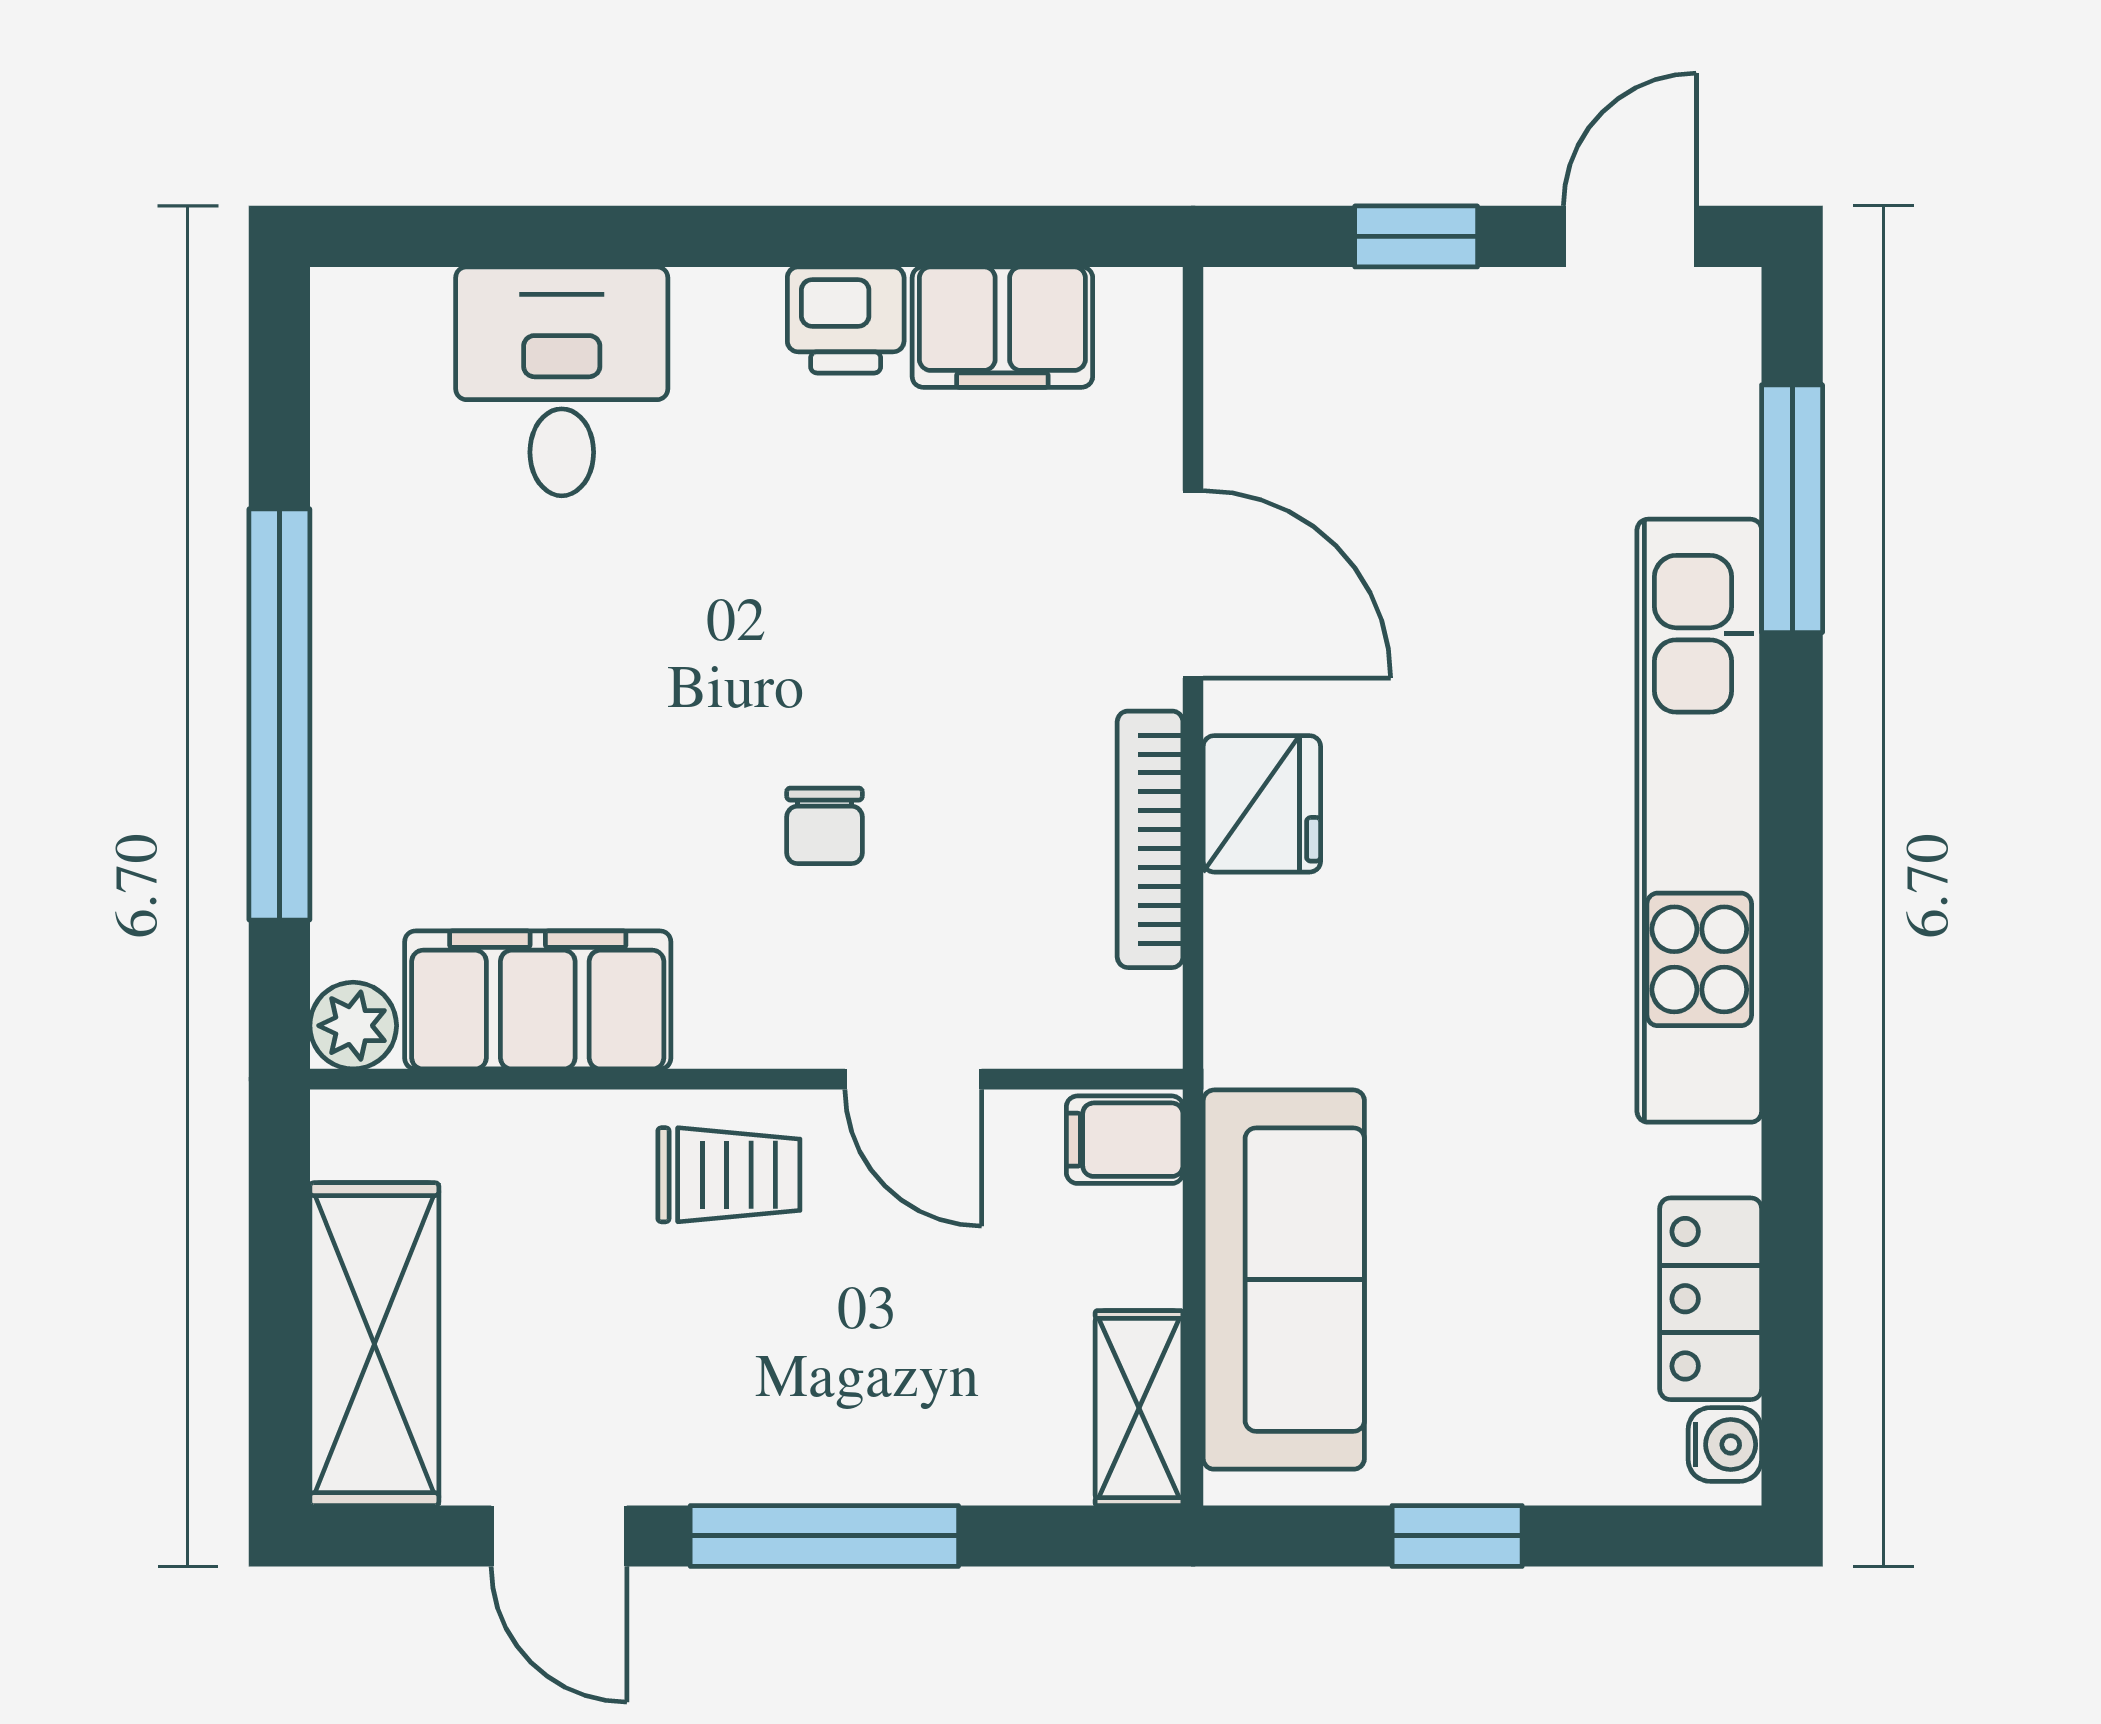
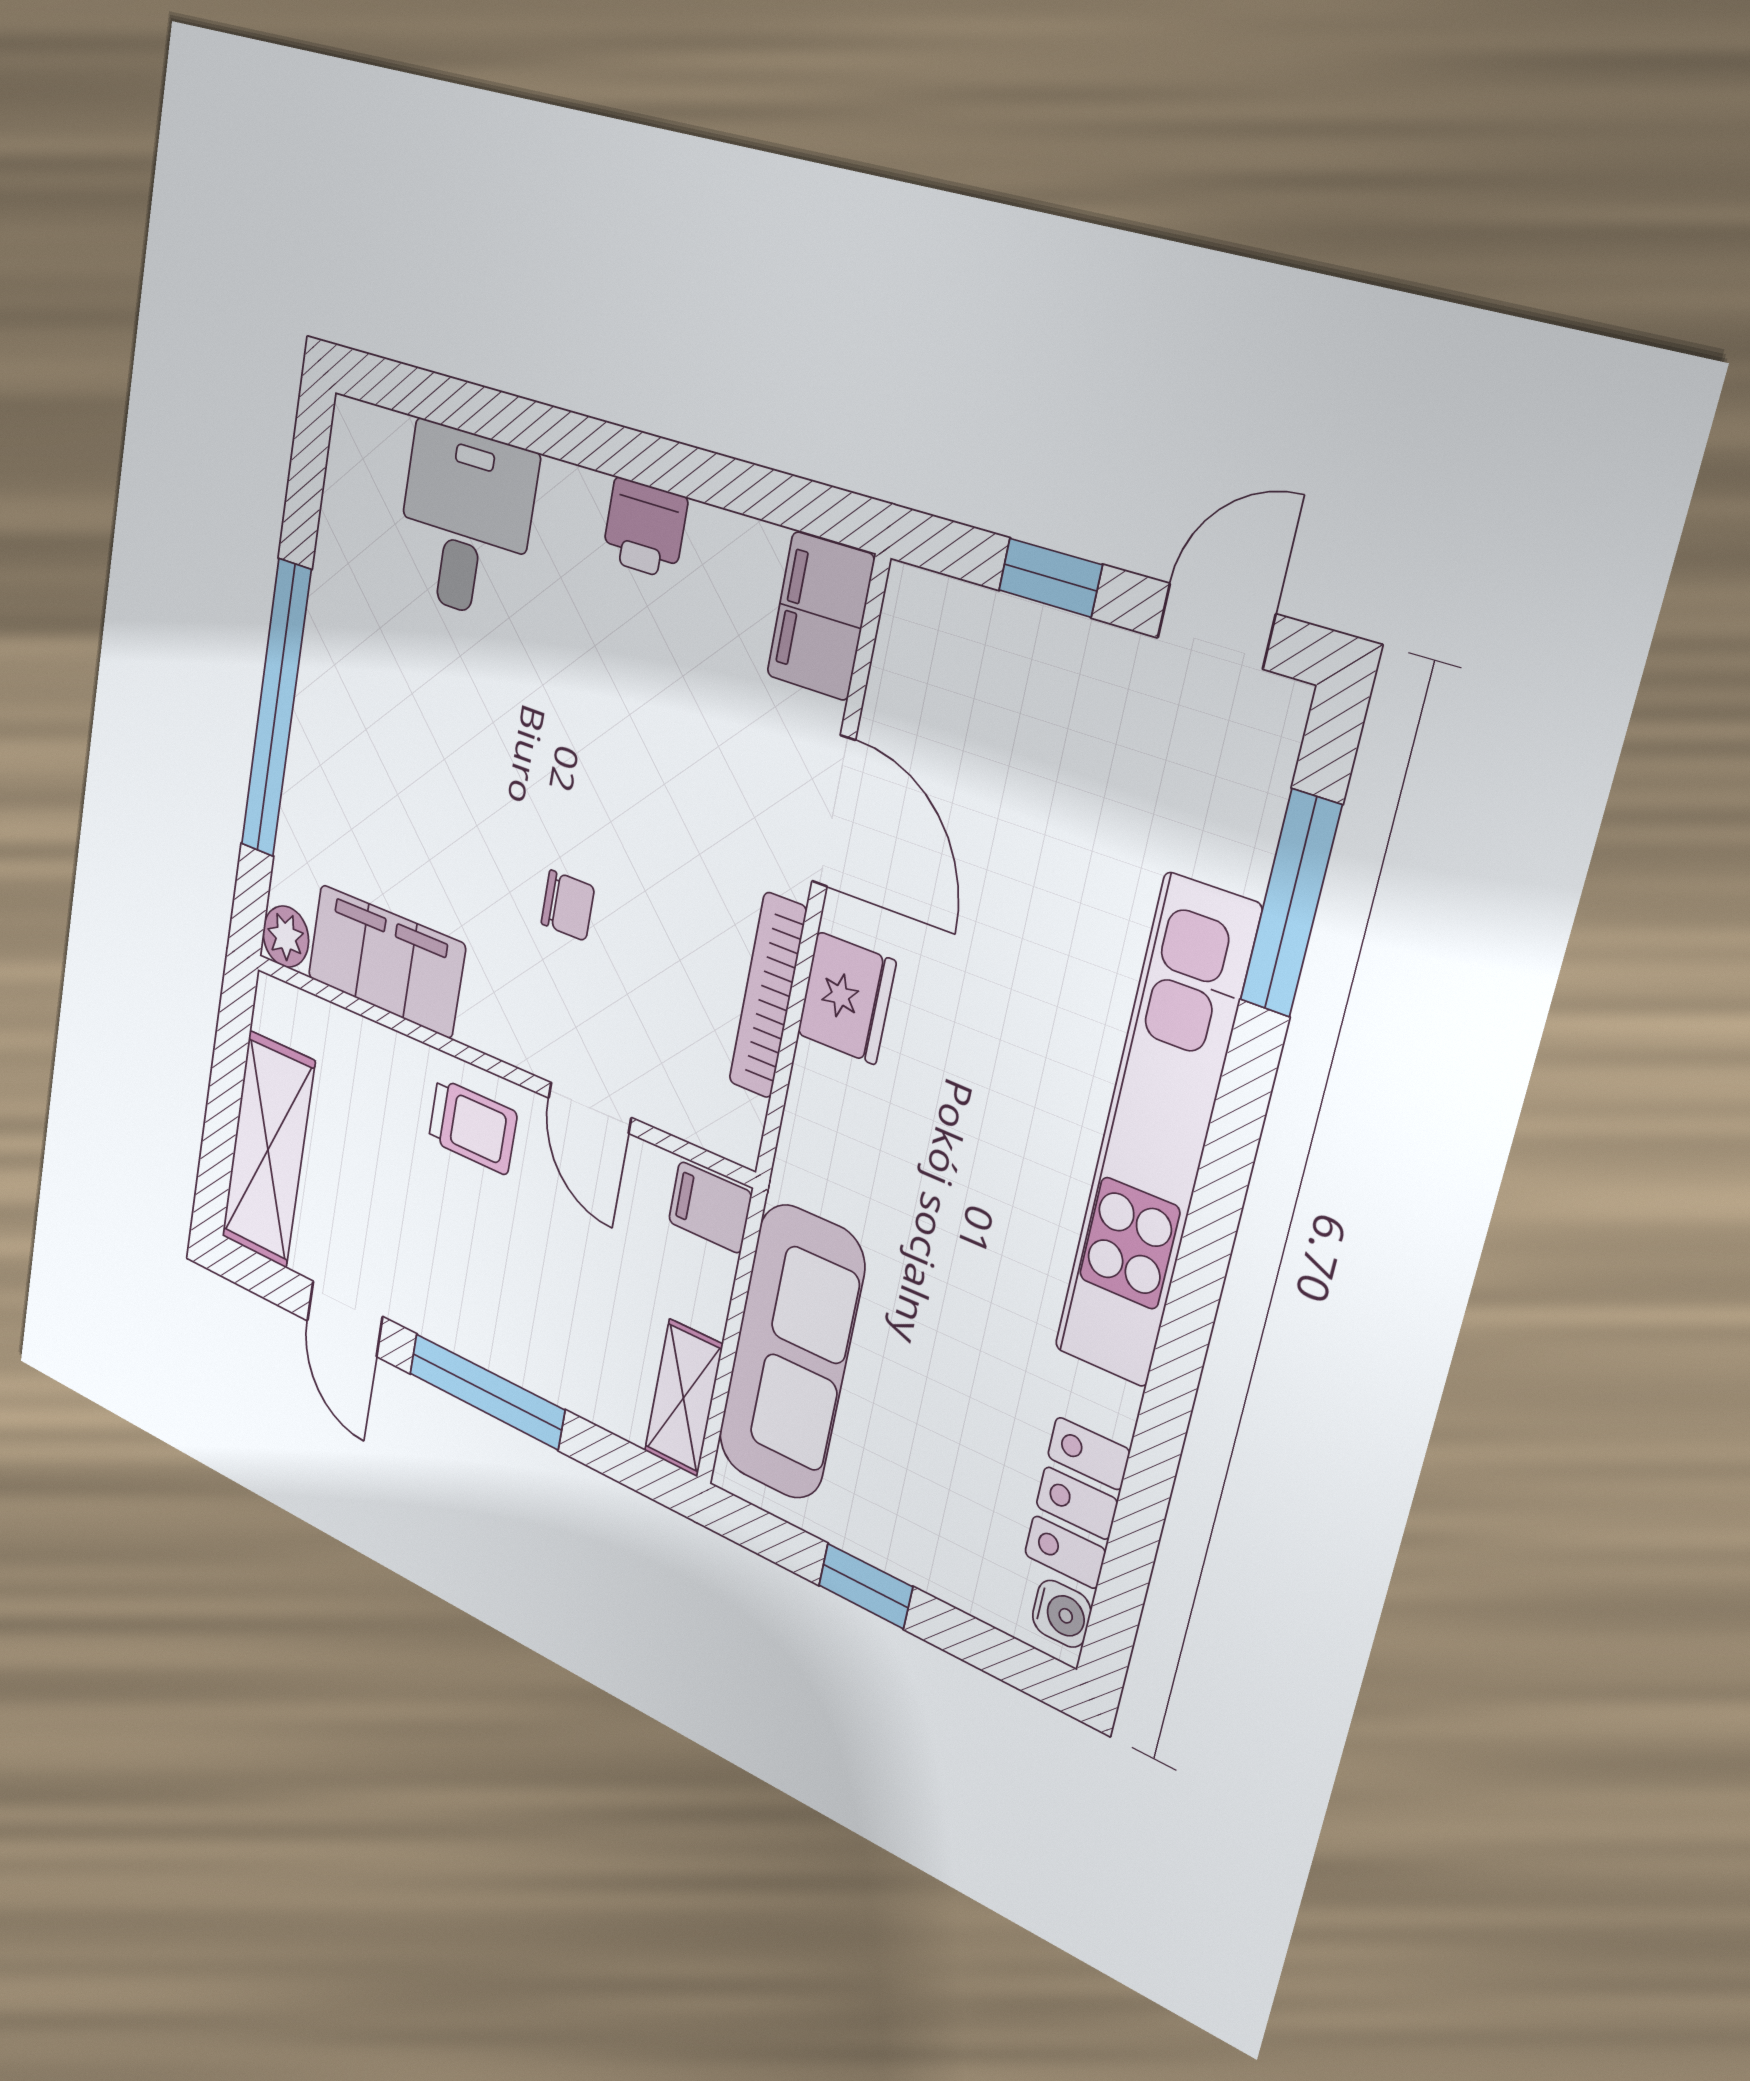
filing cabinet: (1002, 327) -> (820, 616), moved, turned 90
chair: (824, 826) -> (568, 905), turned -90

